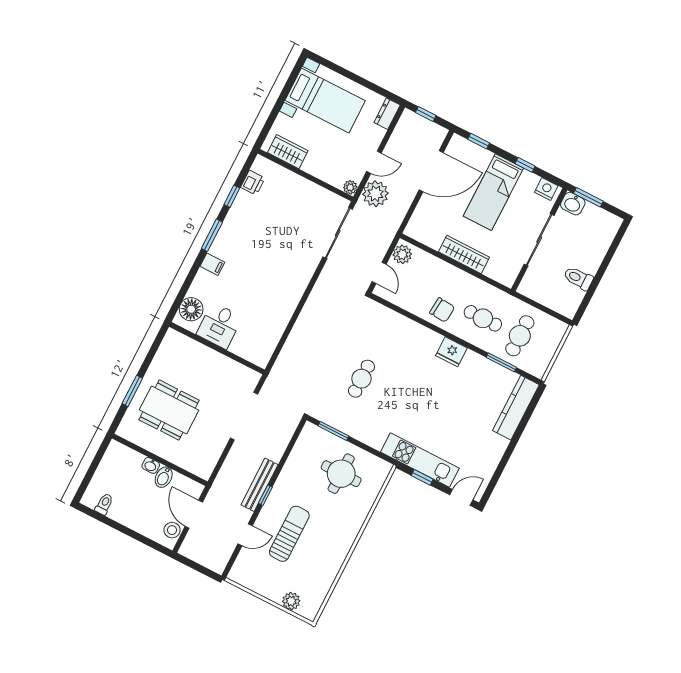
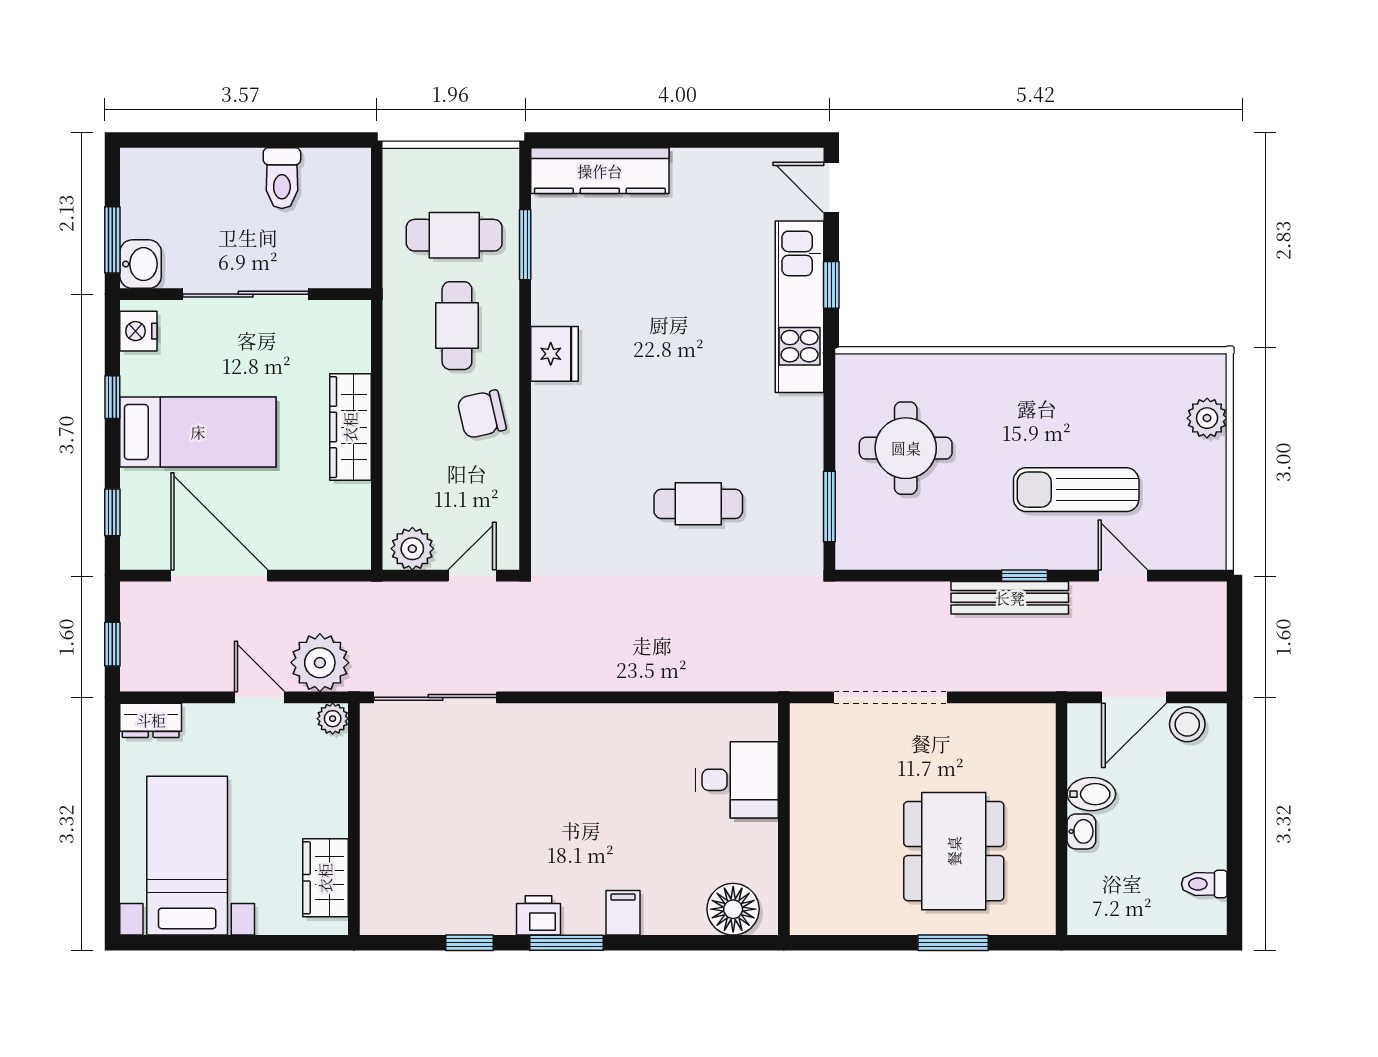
printer: (253, 183) -> (538, 915), moved
chair: (442, 310) -> (482, 414), turned -108
desk: (219, 326) -> (737, 780), moved

